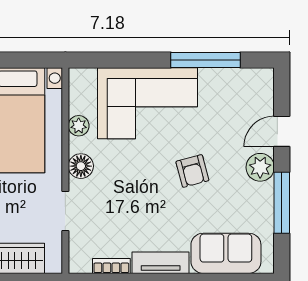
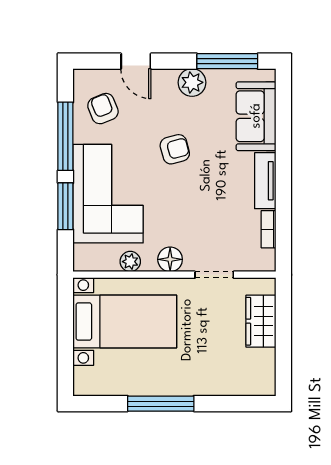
window: (135, 60) -> (65, 206), added
armchair: (234, 98) -> (103, 109), added
plant: (260, 167) -> (192, 82), moved
window: (282, 203) -> (227, 61), moved

